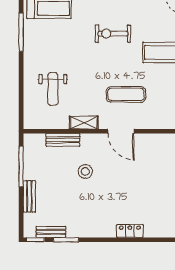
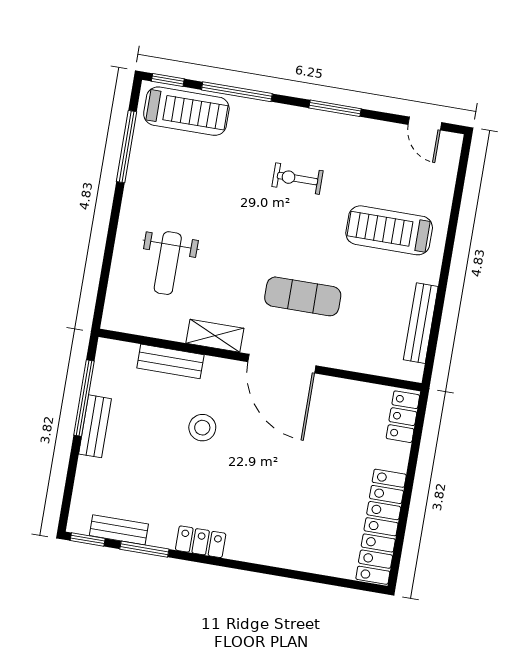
exercise bike: (113, 34) -> (297, 179), width x0.73, depth x0.72
door: (121, 131) -> (282, 364), width x1.36
bench: (29, 196) -> (95, 426), moved
locker: (130, 231) -> (201, 542), moved

